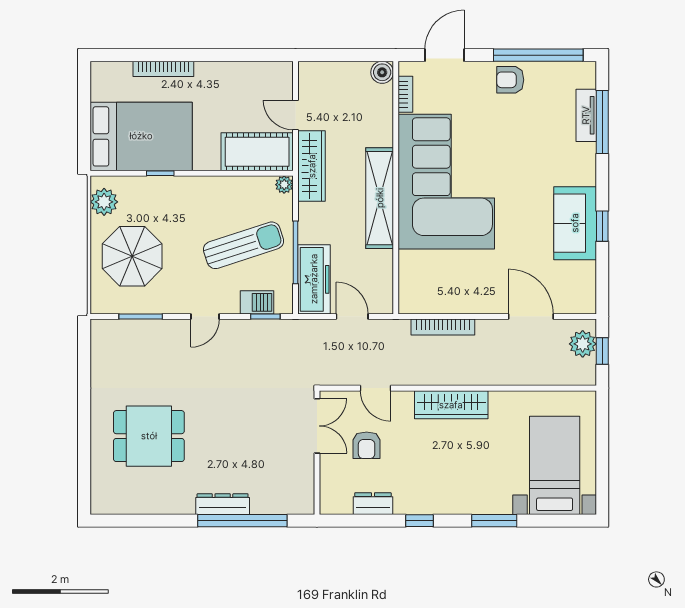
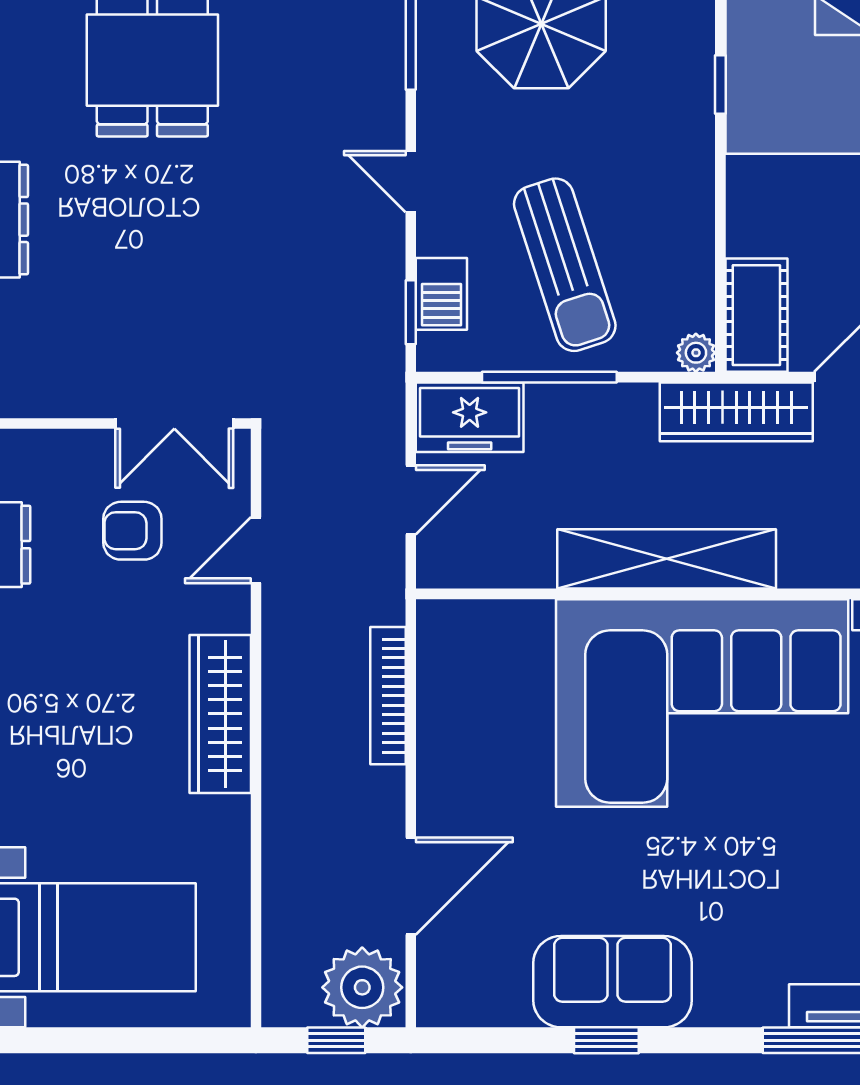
cot: (257, 152) -> (756, 315), width x0.73, depth x0.75
freezer: (314, 279) -> (470, 417), width x0.71
plant: (583, 344) -> (362, 987), width x1.36, depth x1.36

